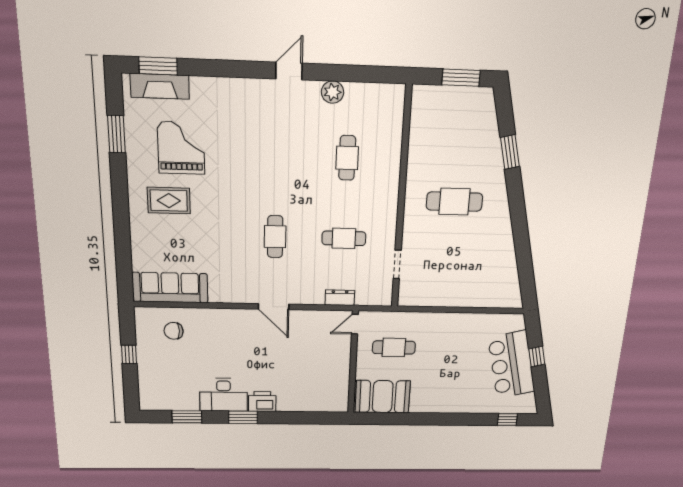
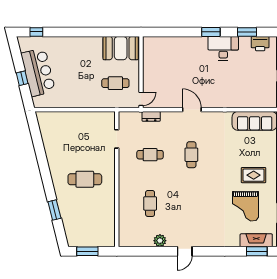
chair: (174, 331) -> (253, 92), removed
printer: (262, 402) -> (260, 44), moved

